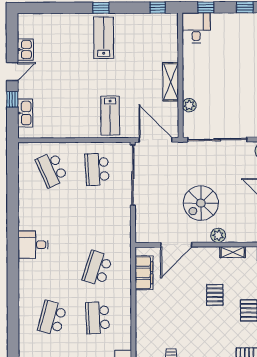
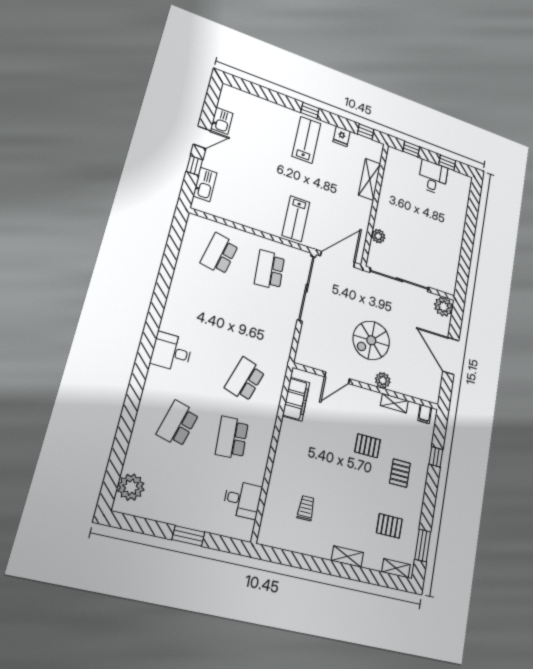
fridge: (136, 21) -> (342, 136), added
desk: (196, 28) -> (433, 177), moved
shelving: (171, 82) -> (370, 179), moved
door: (156, 140) -> (338, 259), hinge flipped
school desk: (52, 170) -> (219, 254), turned 36
desk: (33, 245) -> (171, 352), moved
door: (176, 245) -> (337, 378), width x0.73
pallet: (215, 295) -> (368, 446), turned 90

